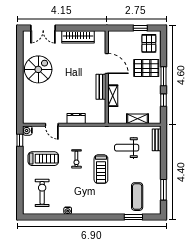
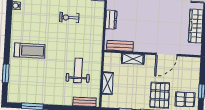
bench: (101, 87) -> (120, 46), moved
treadmill: (101, 169) -> (30, 51), moved, turned 180
exercise mat: (137, 197) -> (27, 78), removed

